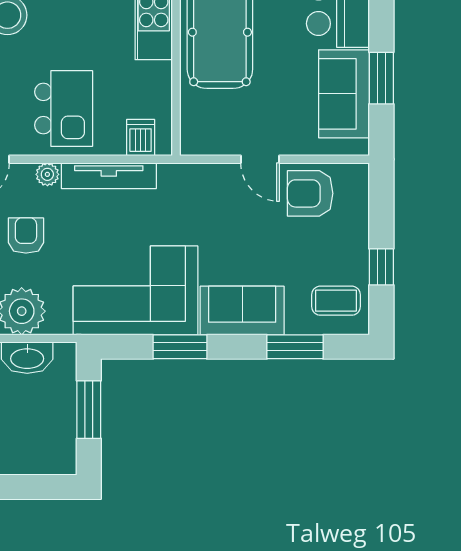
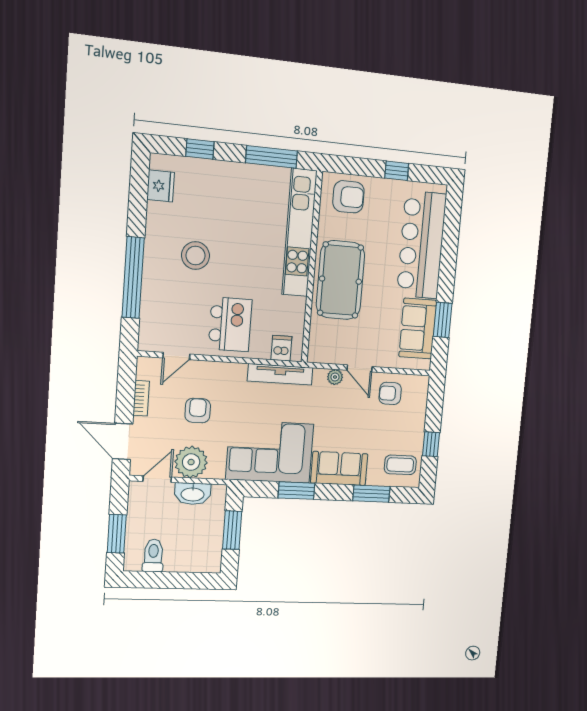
plant: (47, 174) -> (335, 377), moved
tv unit: (109, 176) -> (280, 374), moved
armchair: (310, 193) -> (390, 393), width x0.72, depth x0.72

